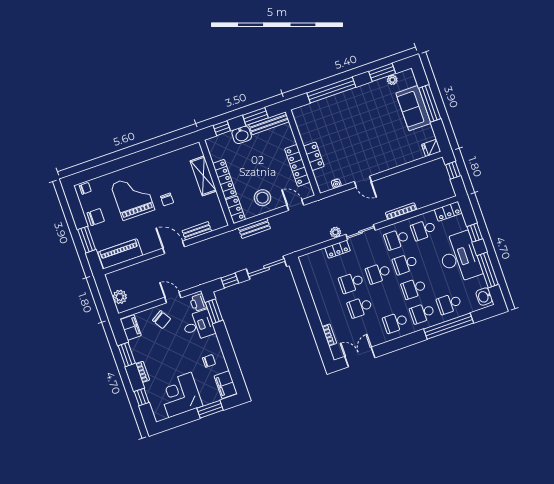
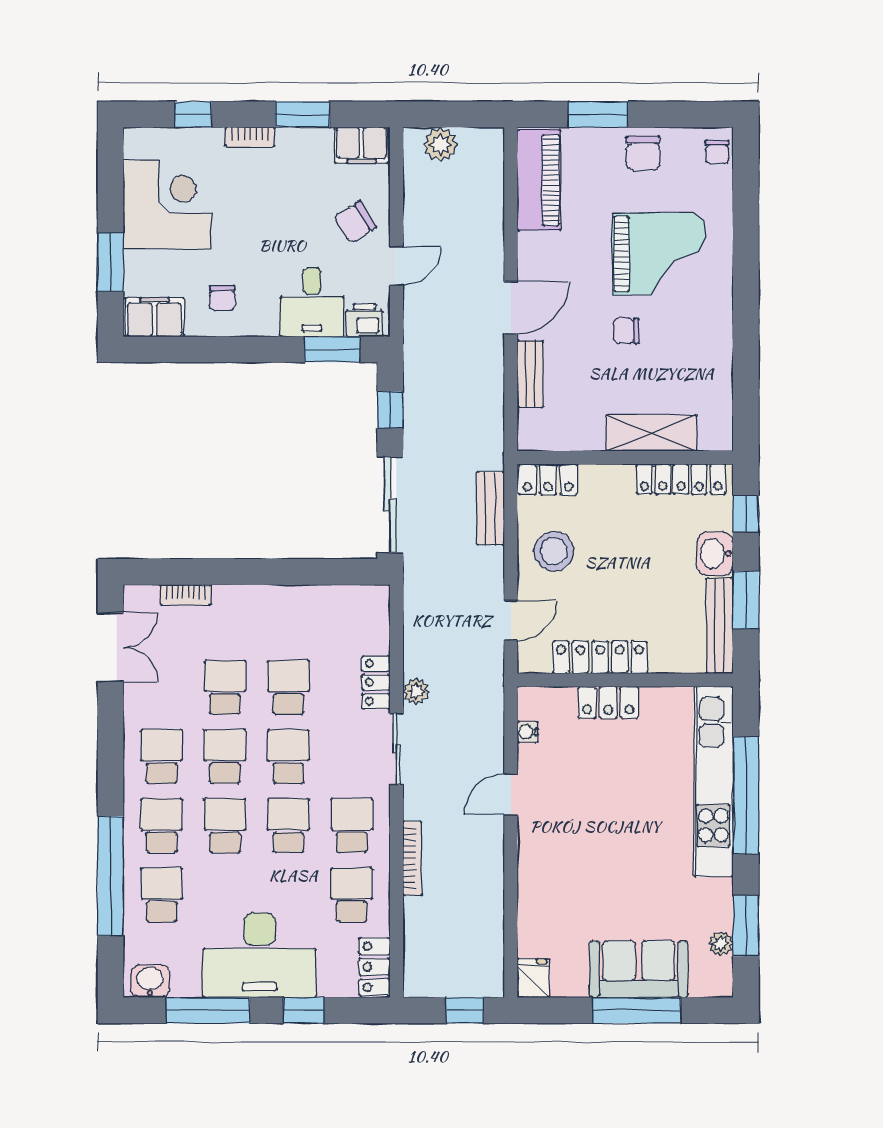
kitchen unit: (330, 105) -> (714, 782), added
locker: (224, 179) -> (681, 479), moved
school desk: (387, 298) -> (225, 756), added

